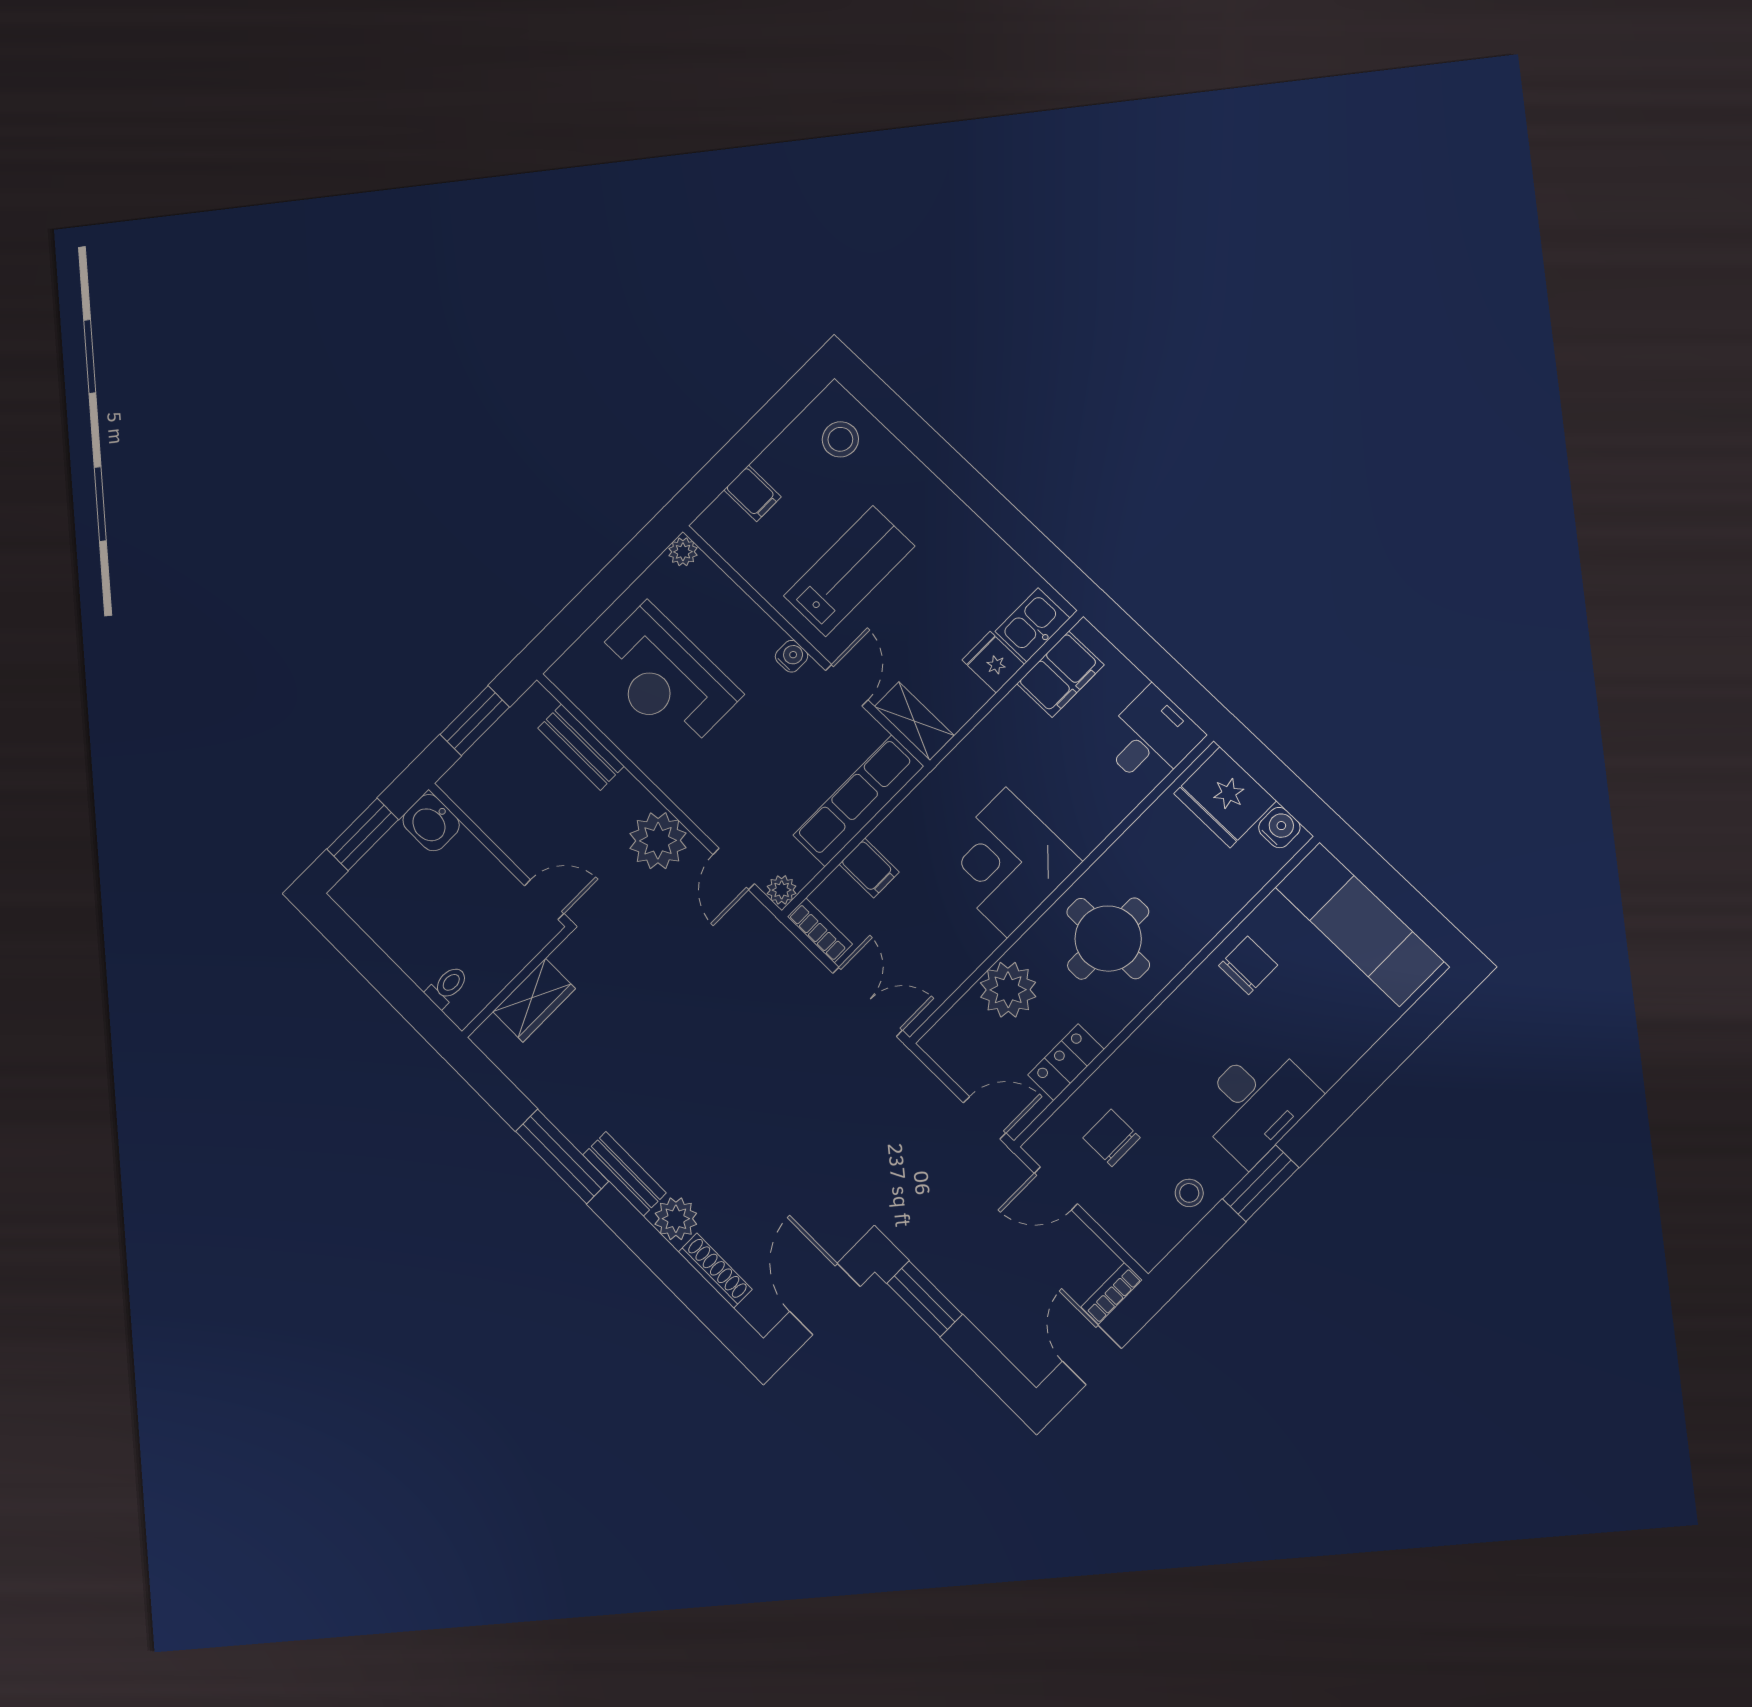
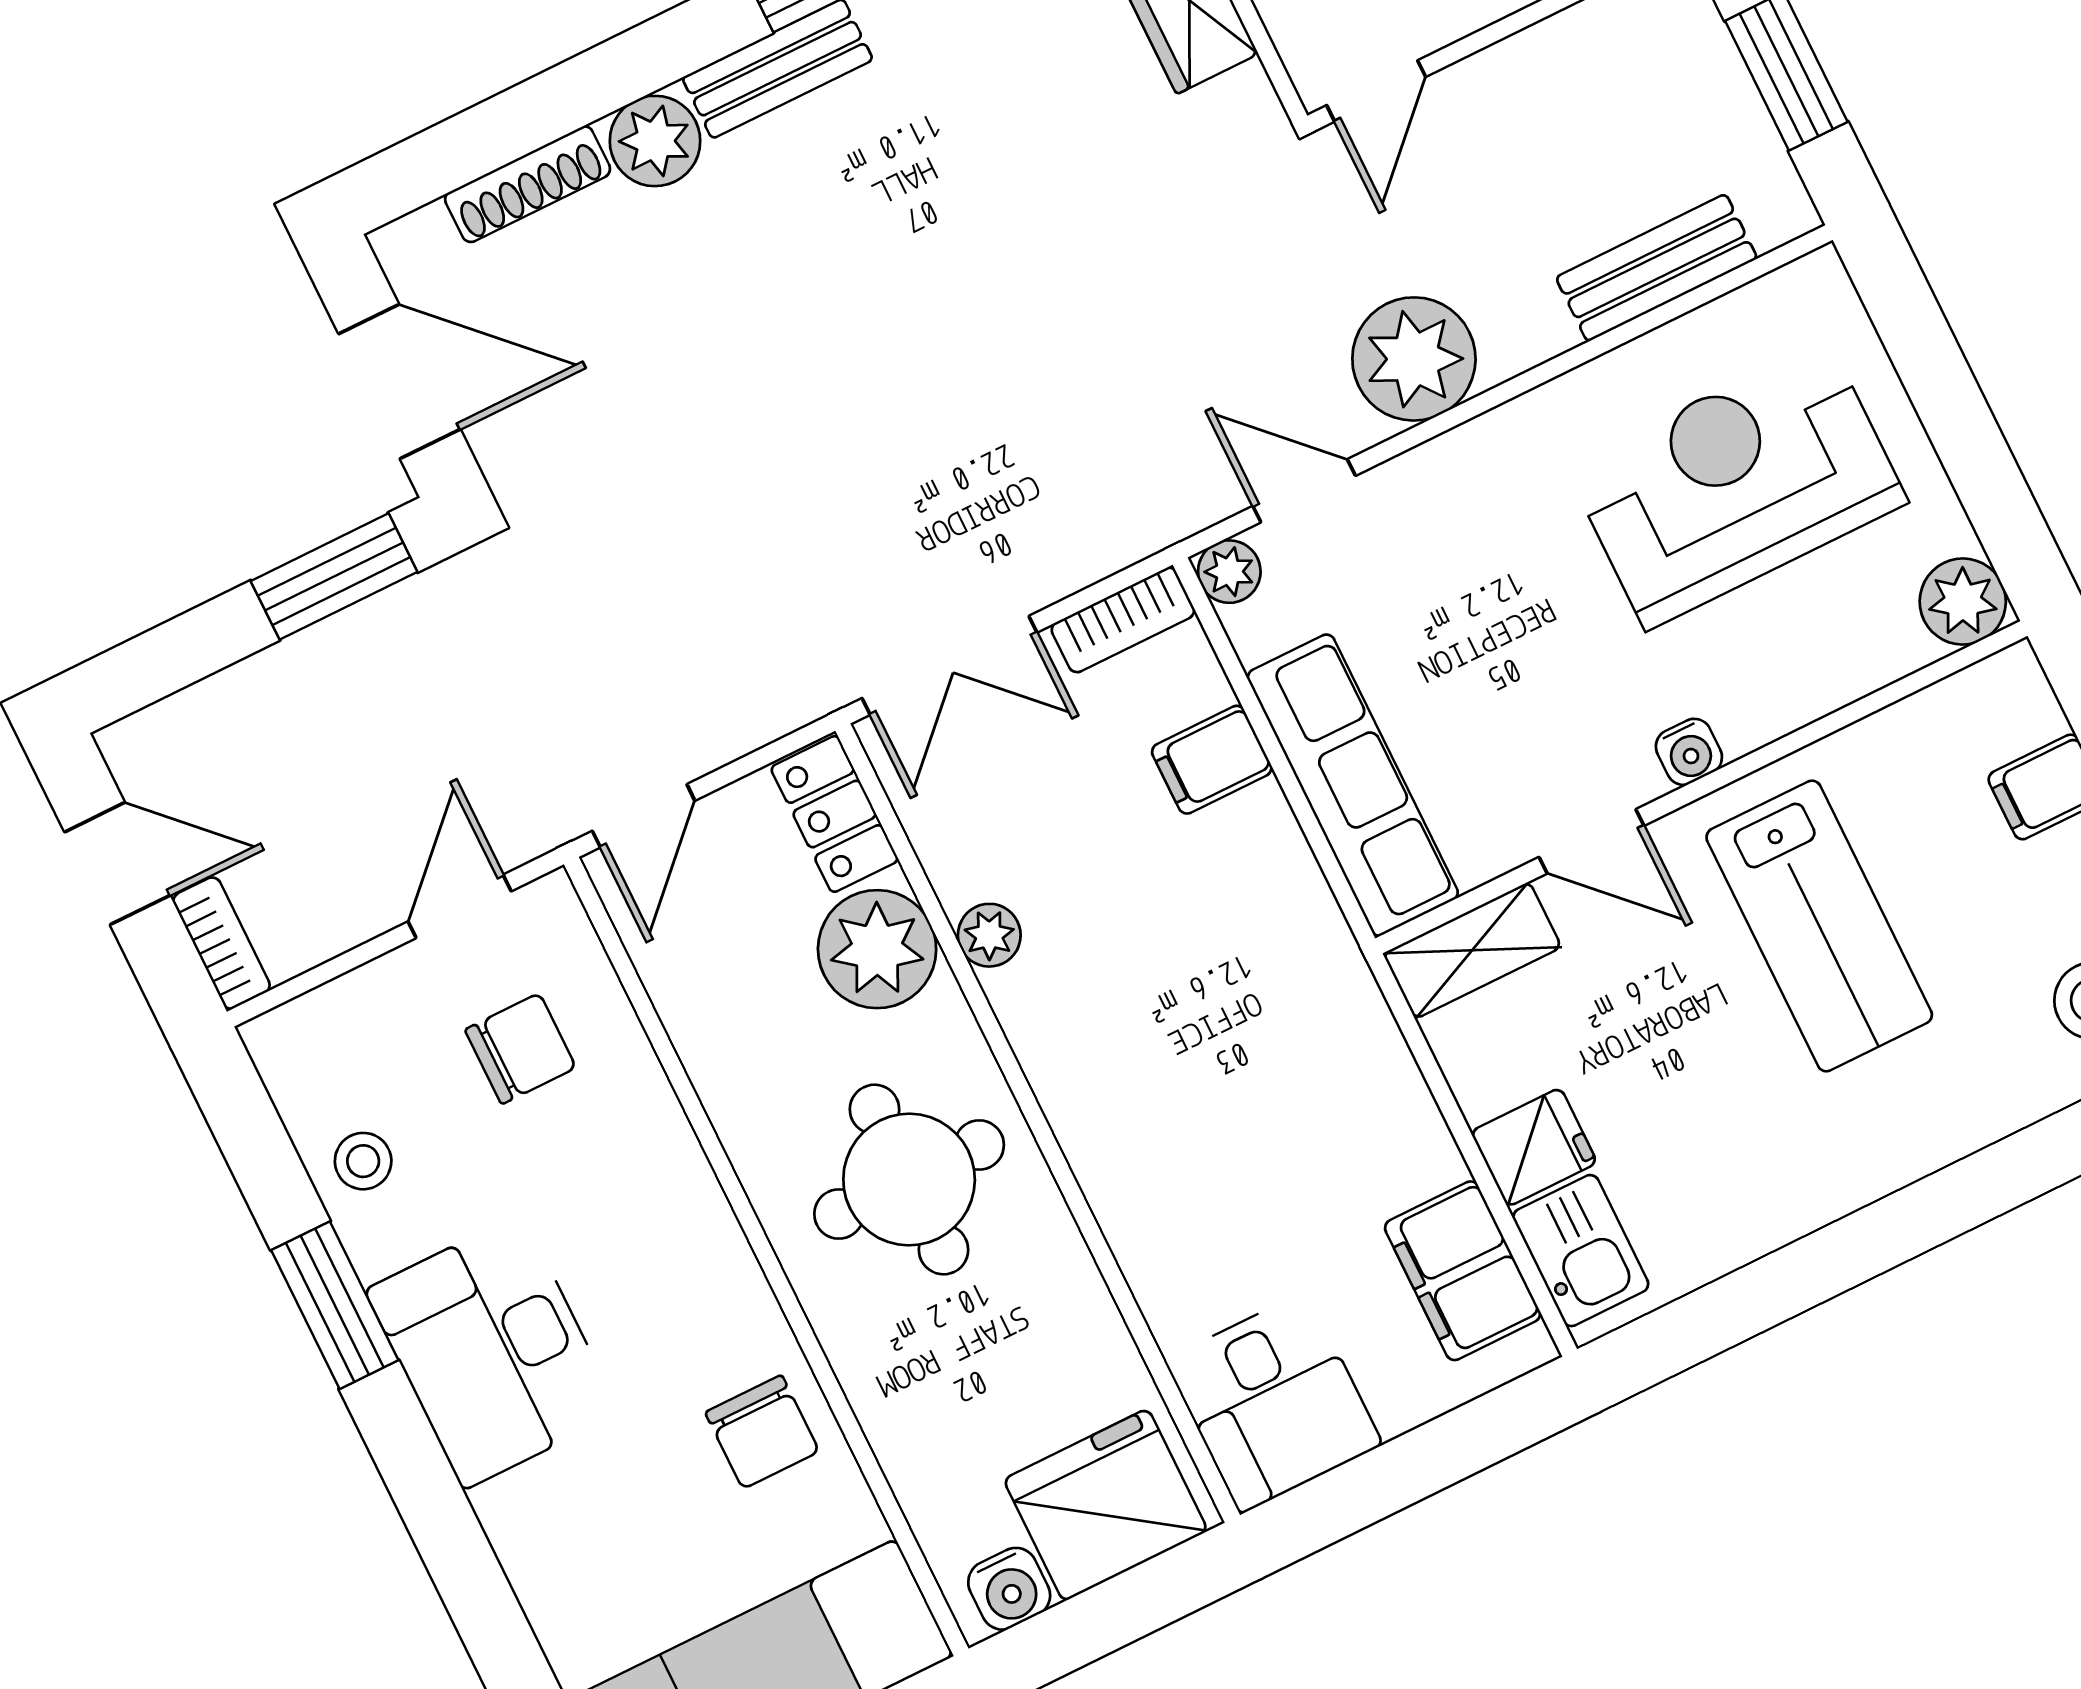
plant: (683, 552) -> (1963, 602), width x1.38, depth x1.38
corner desk: (1007, 862) -> (1128, 1034), removed
plant: (984, 941) -> (989, 935), added
locker: (1066, 1062) -> (835, 814), moved, turned 180

